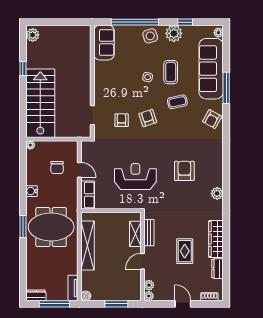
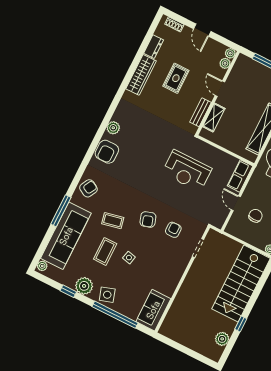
plant: (33, 35) -> (222, 339), moved
armchair: (122, 120) -> (173, 230), turned 180
armchair: (184, 171) -> (107, 152), moved
plant: (217, 193) -> (113, 128), moved
door: (142, 261) -> (220, 89), swing flipped

